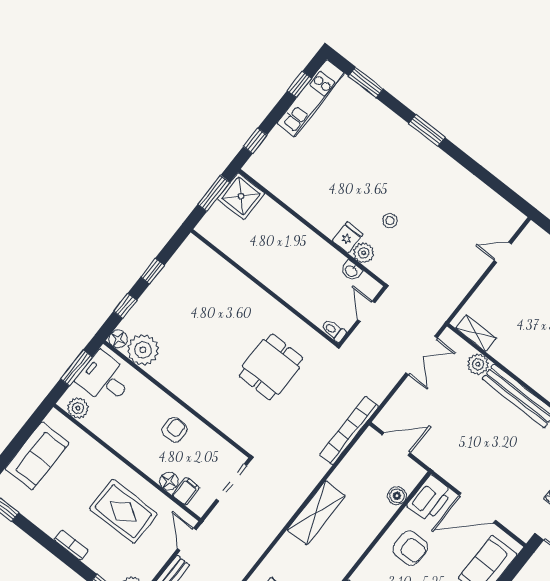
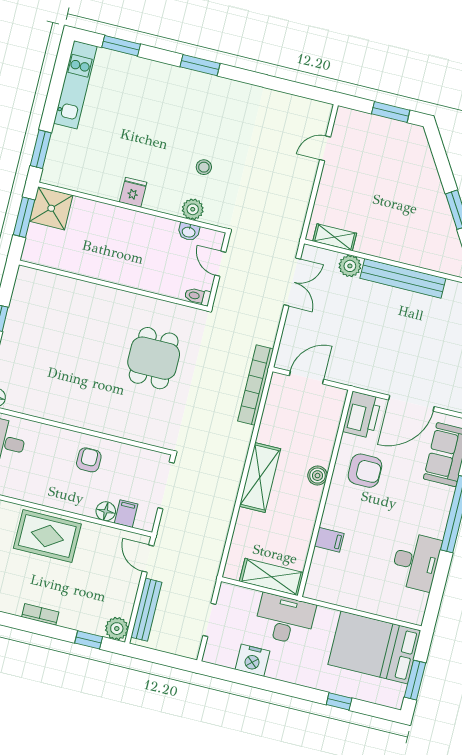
window: (300, 84) -> (59, 76), removed
window: (255, 141) -> (41, 149), width x1.50
fridge: (348, 237) -> (133, 192), moved
plant: (143, 350) -> (24, 397), removed
boiler: (397, 496) -> (318, 476), moved
rug: (123, 511) -> (47, 536), moved

